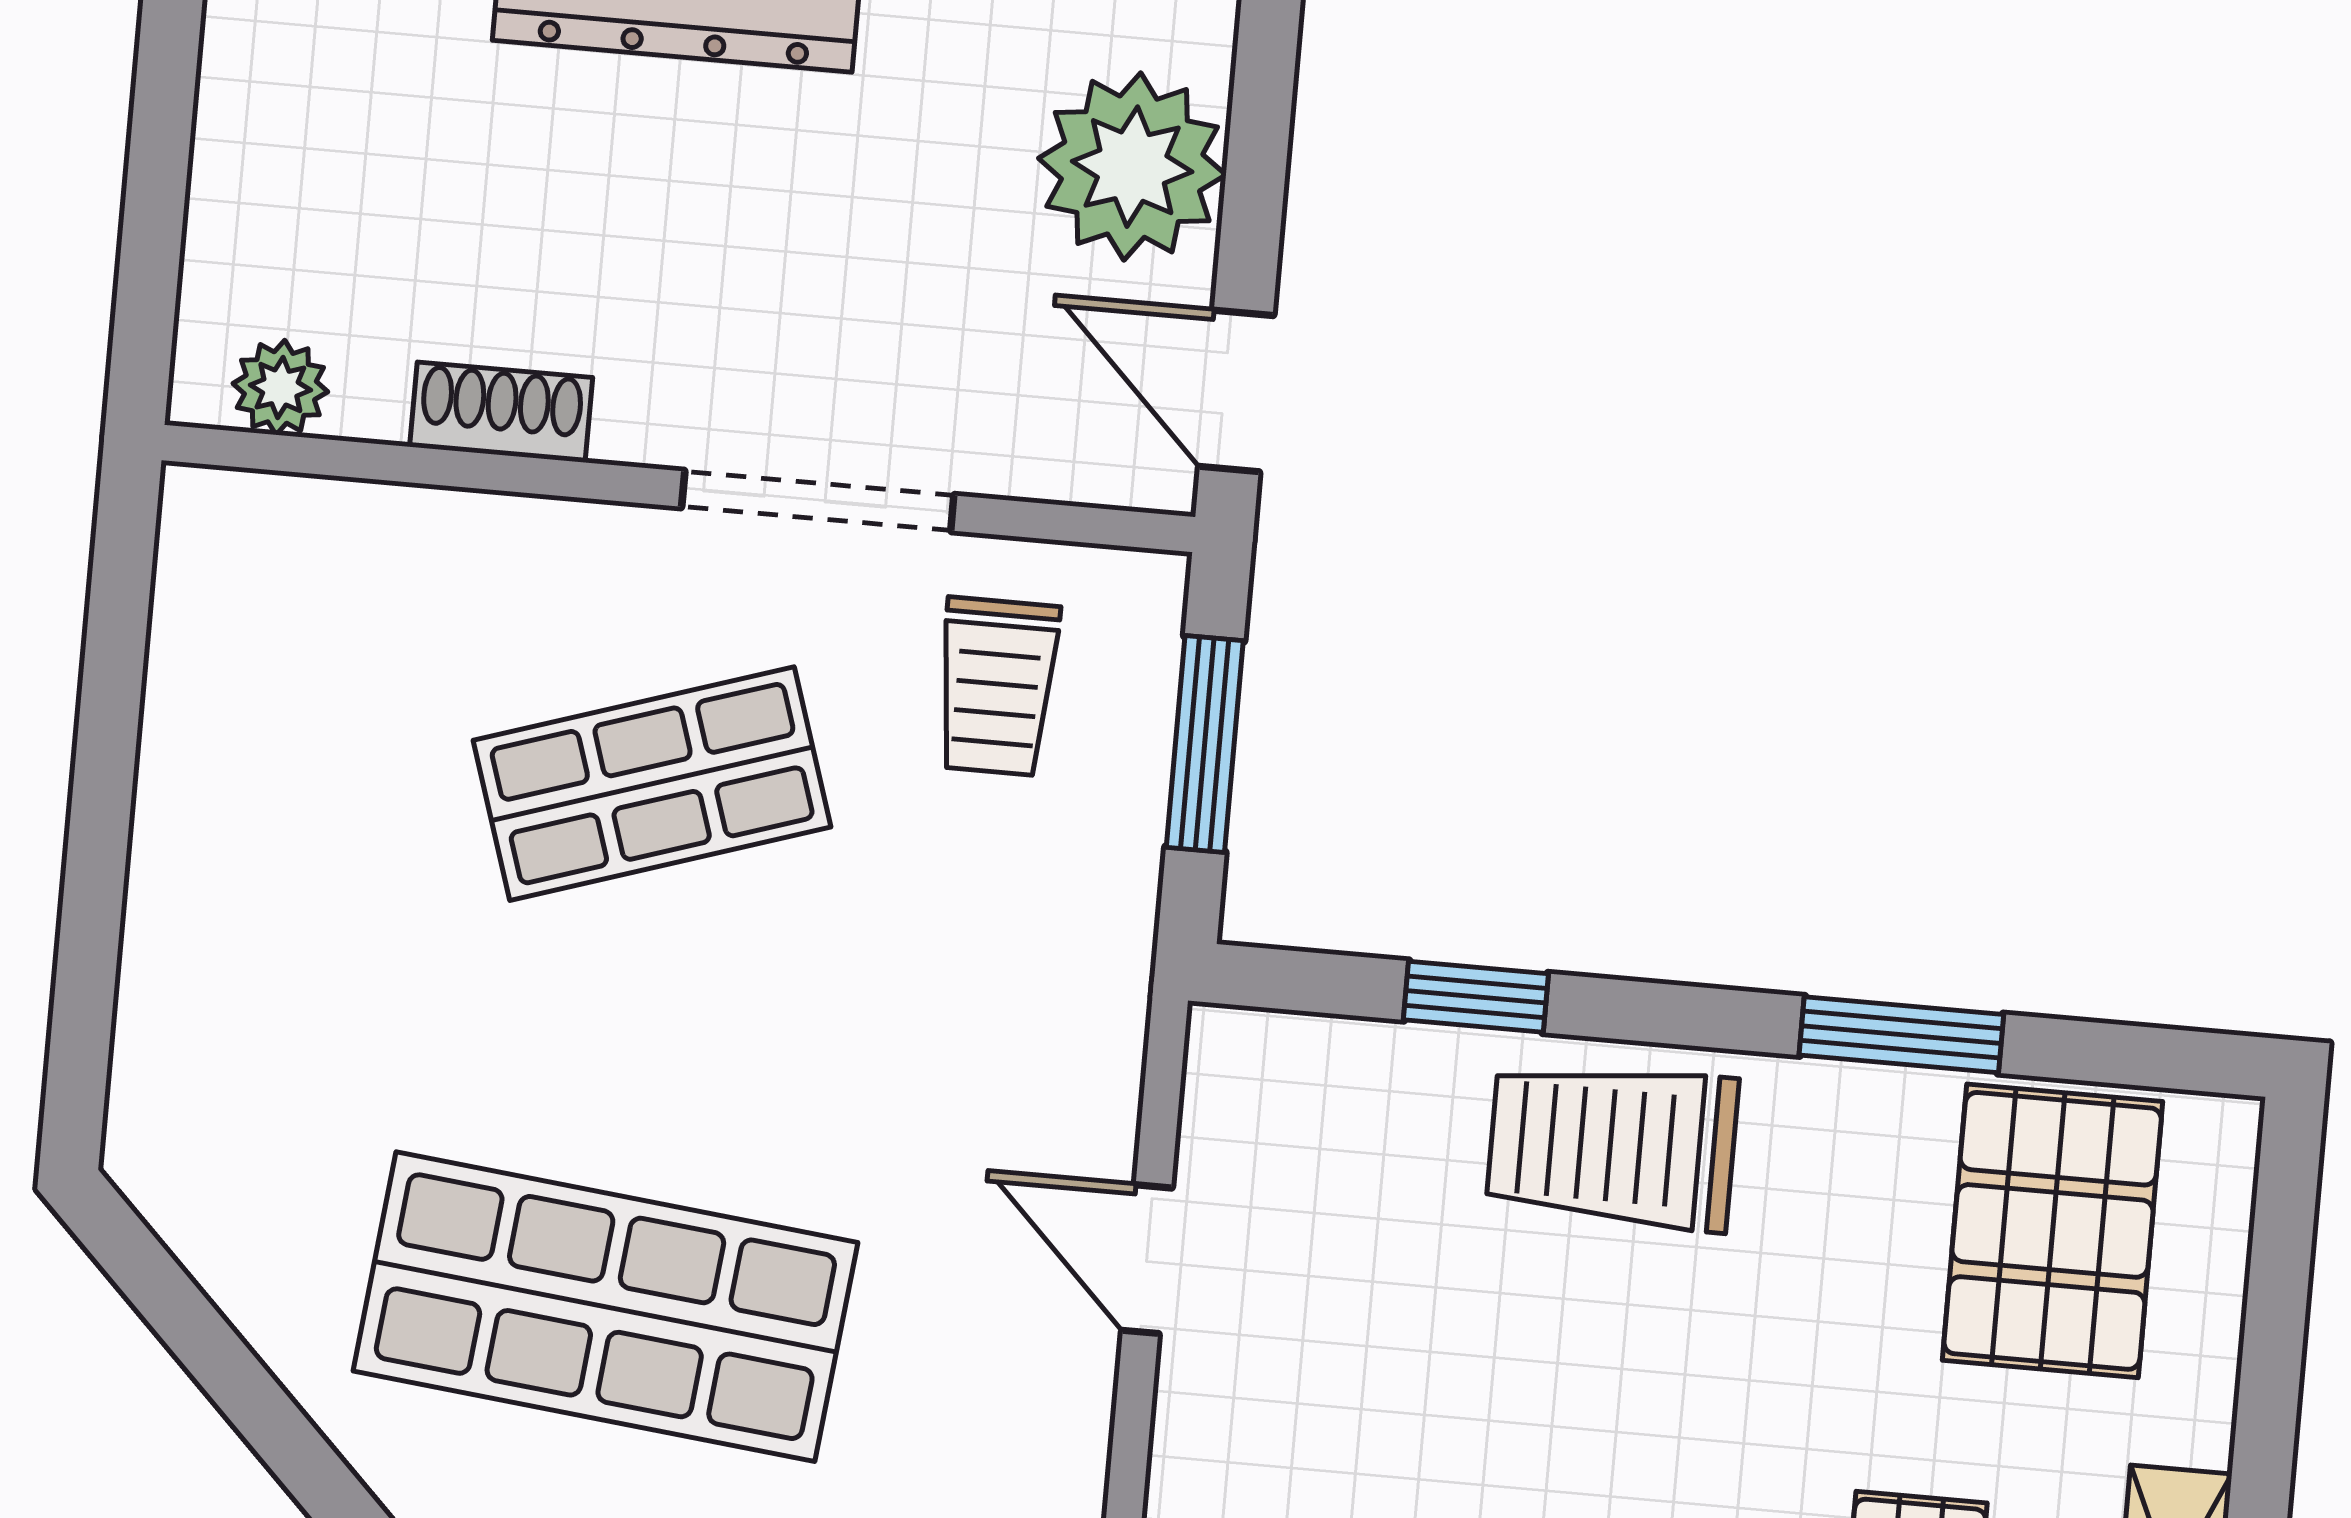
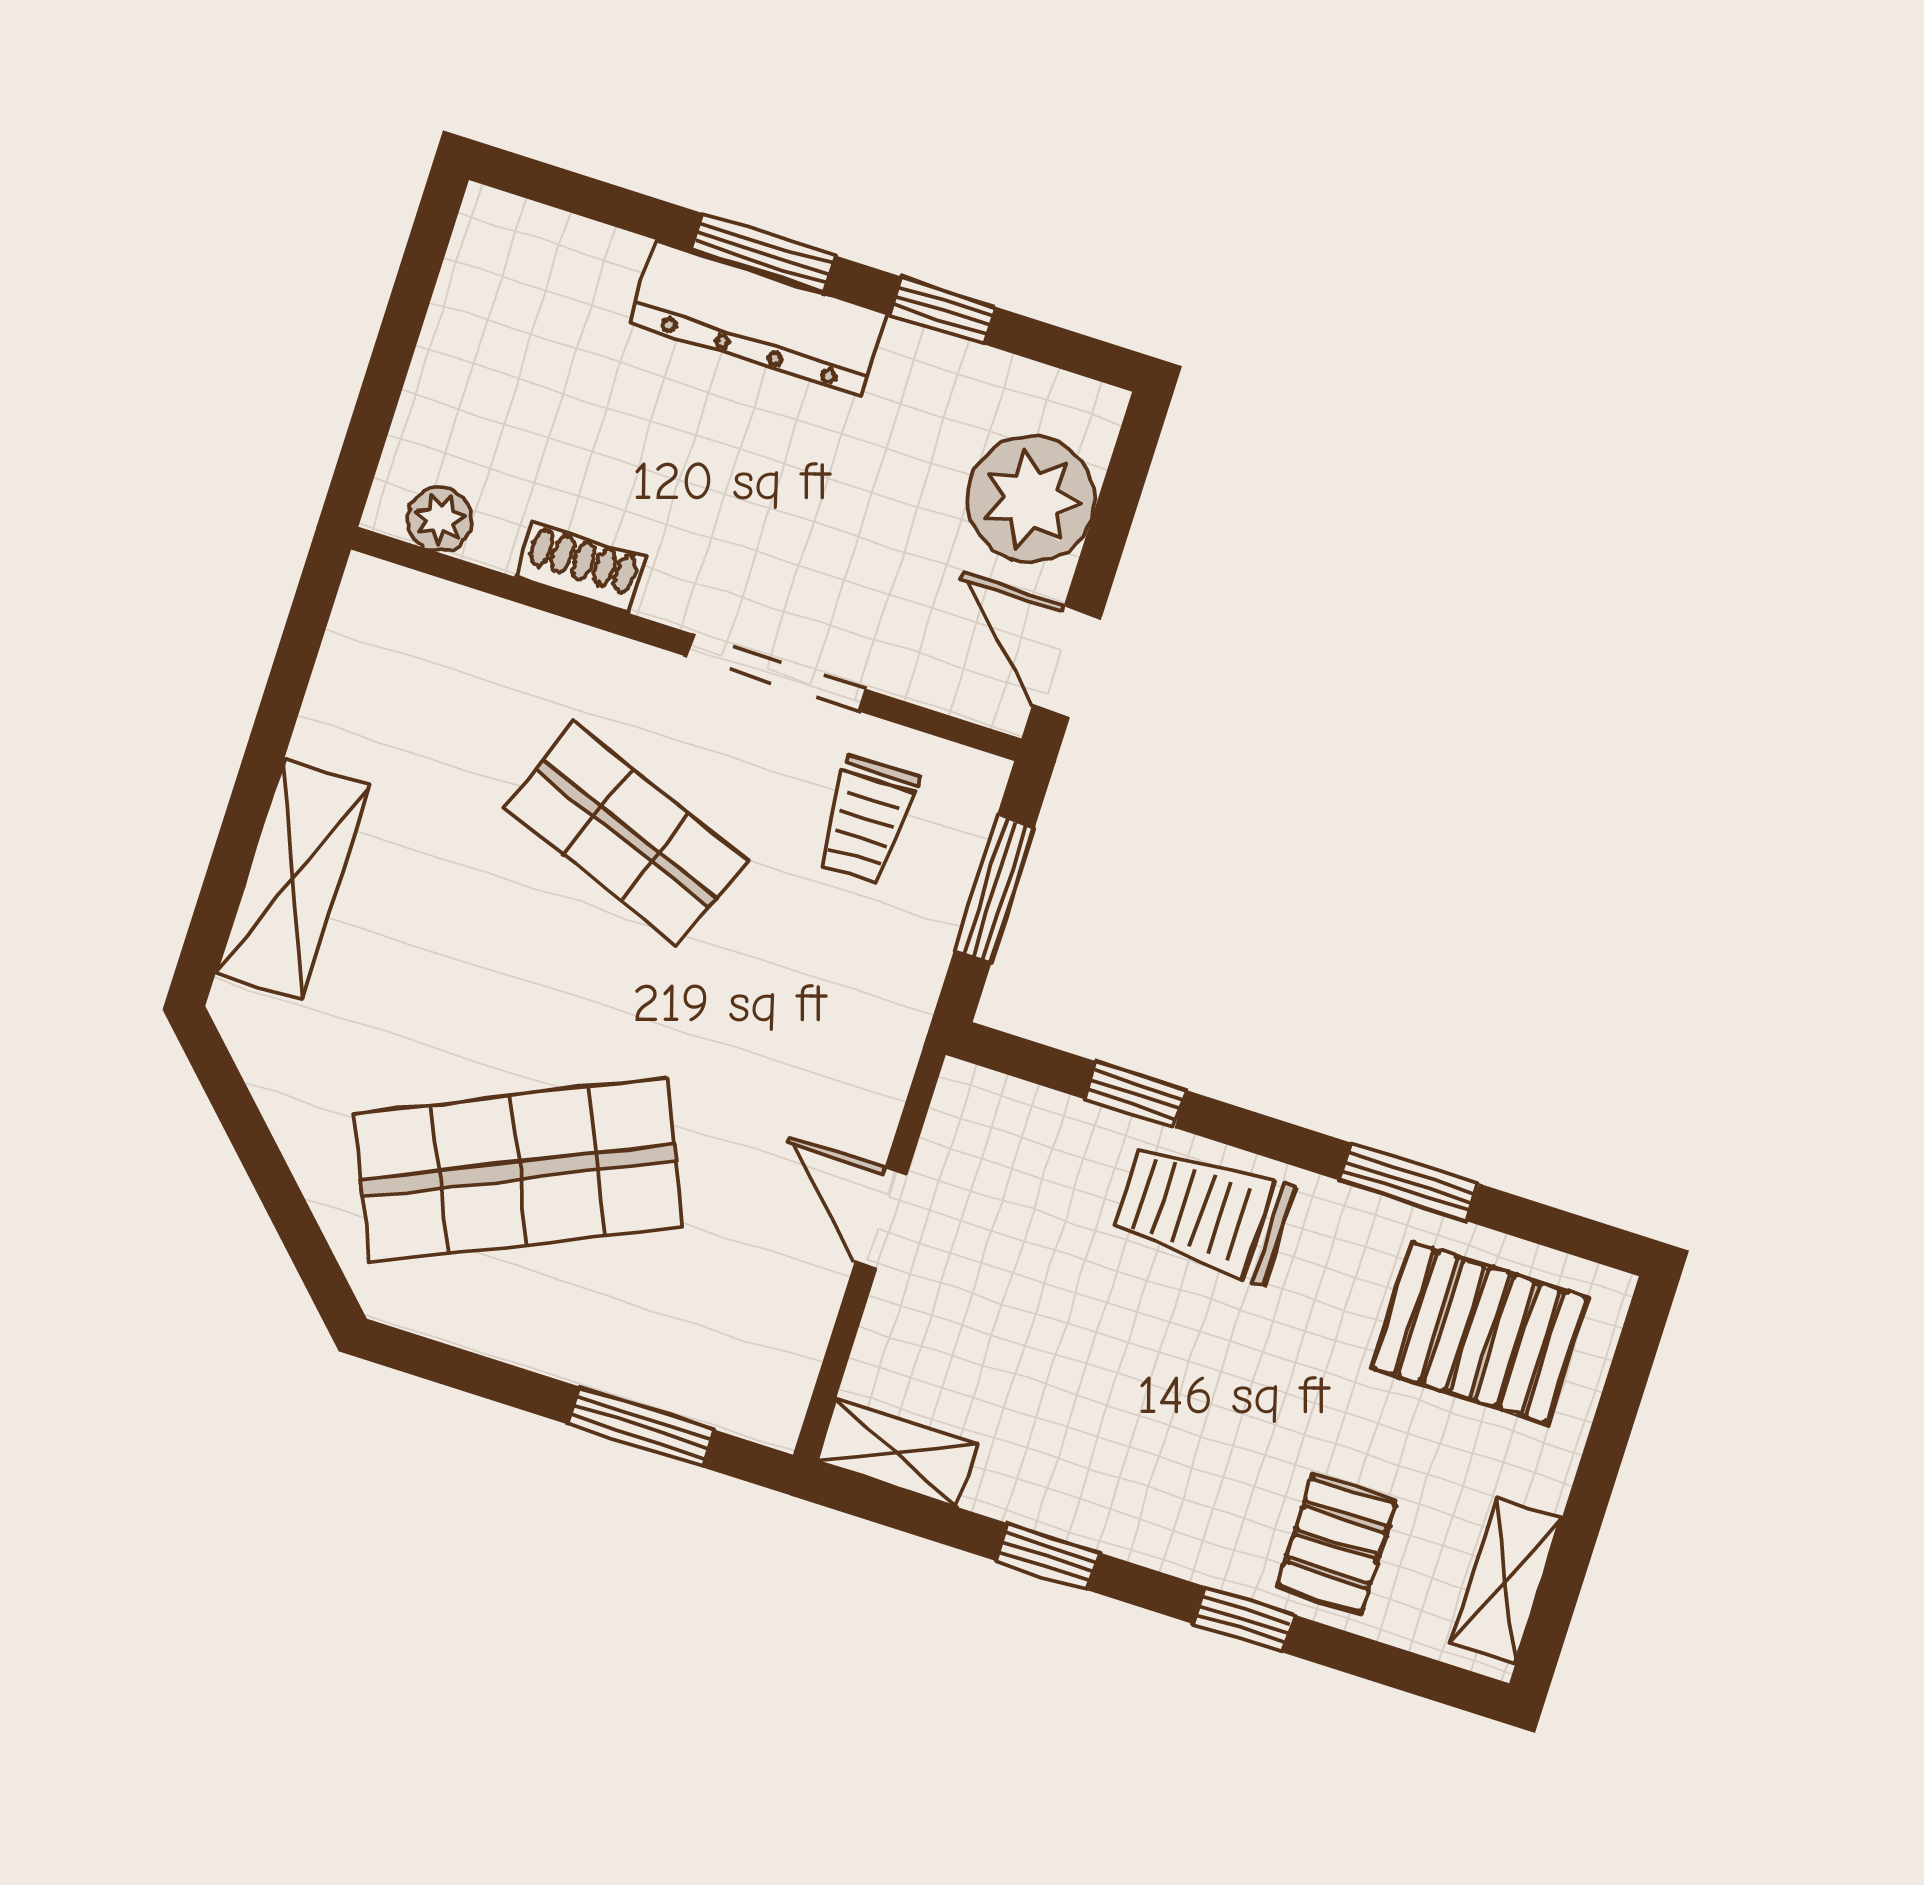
shop shelf: (652, 784) -> (626, 834), turned 39
shelving: (184, 958) -> (293, 879), added
pallet: (2053, 1231) -> (1479, 1333), turned 90
shop shelf: (605, 1307) -> (518, 1170), turned -30

